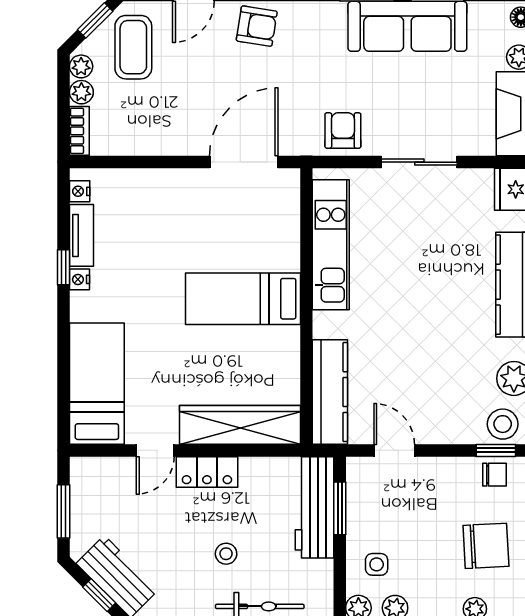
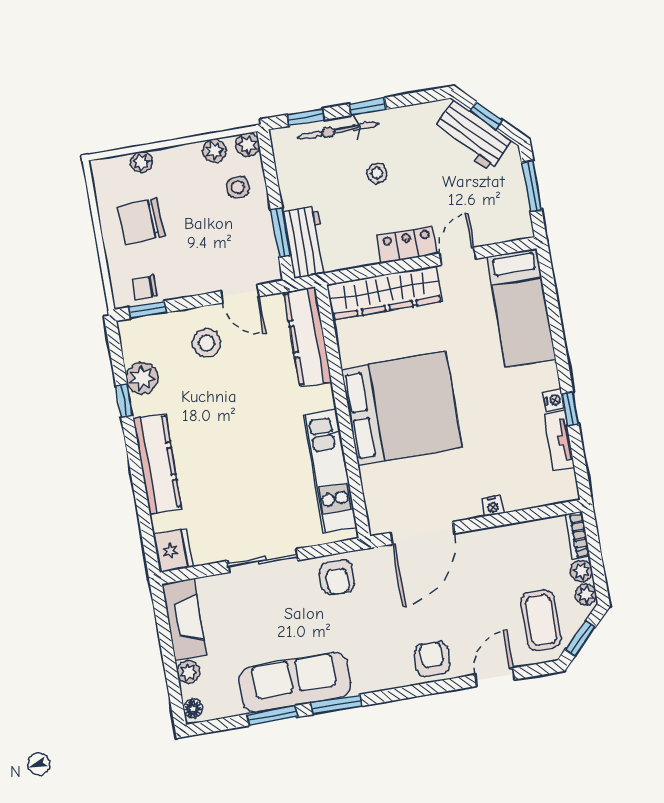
armchair: (257, 26) -> (432, 659), turned 81
nightstand: (80, 191) -> (493, 506), moved, turned 90
bed: (243, 299) -> (402, 408), width x2.04
stool: (503, 424) -> (207, 343), moved
workbench: (315, 507) -> (306, 242), width x0.73

